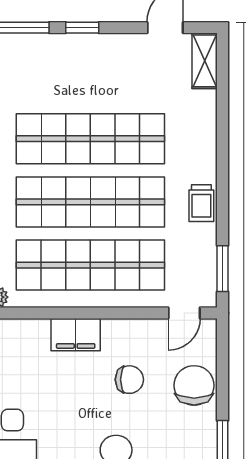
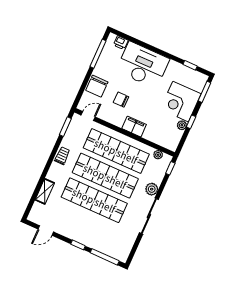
shelving: (205, 61) -> (45, 191), moved

